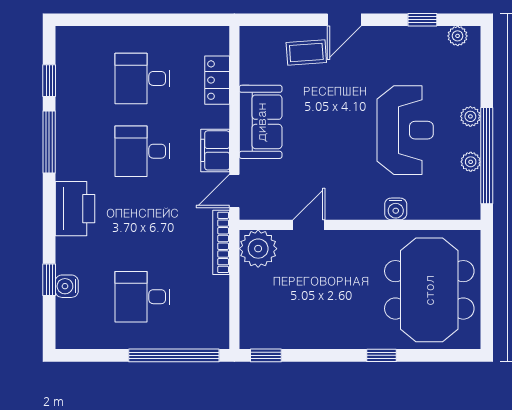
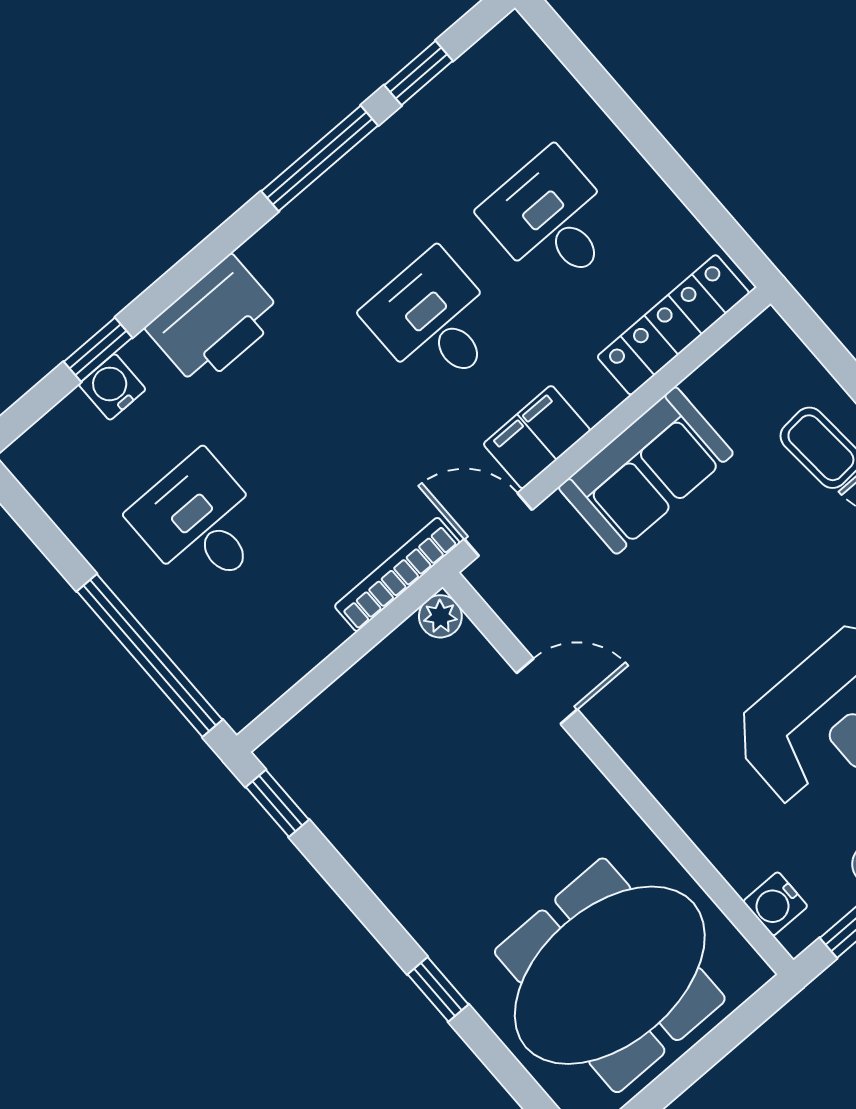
locker: (217, 80) -> (673, 325), width x1.53
printer: (75, 209) -> (215, 322), moved
water cooler: (396, 209) -> (775, 904), moved
plant: (258, 249) -> (440, 616), width x0.53, depth x0.53

